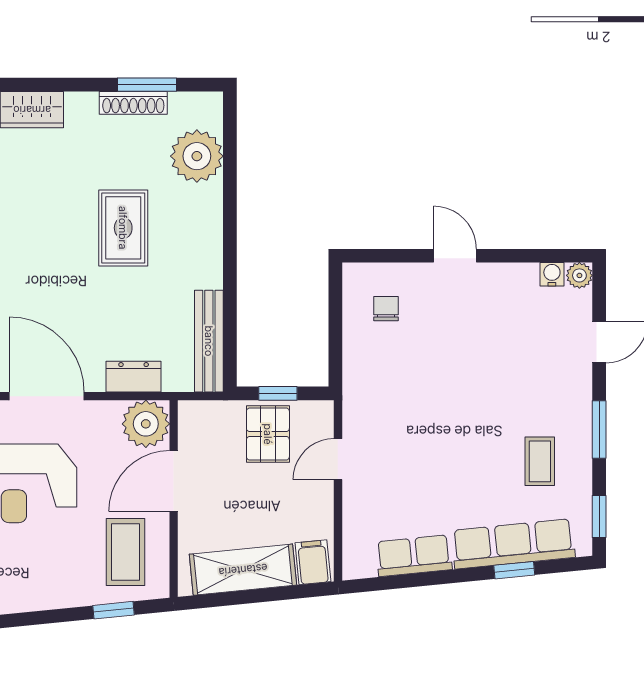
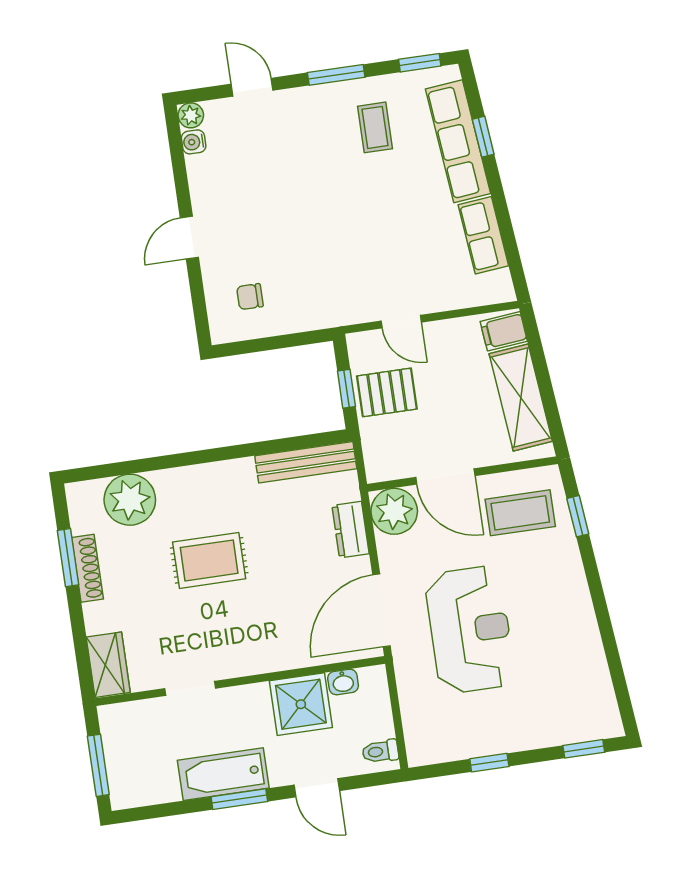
coffee table: (540, 461) -> (375, 127), turned 90

